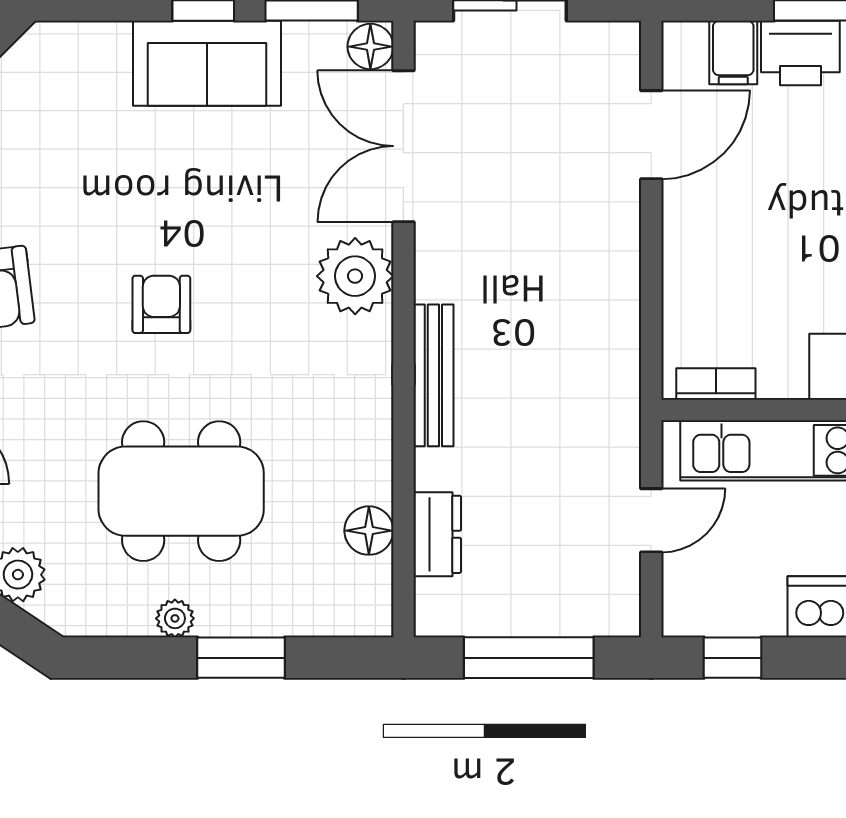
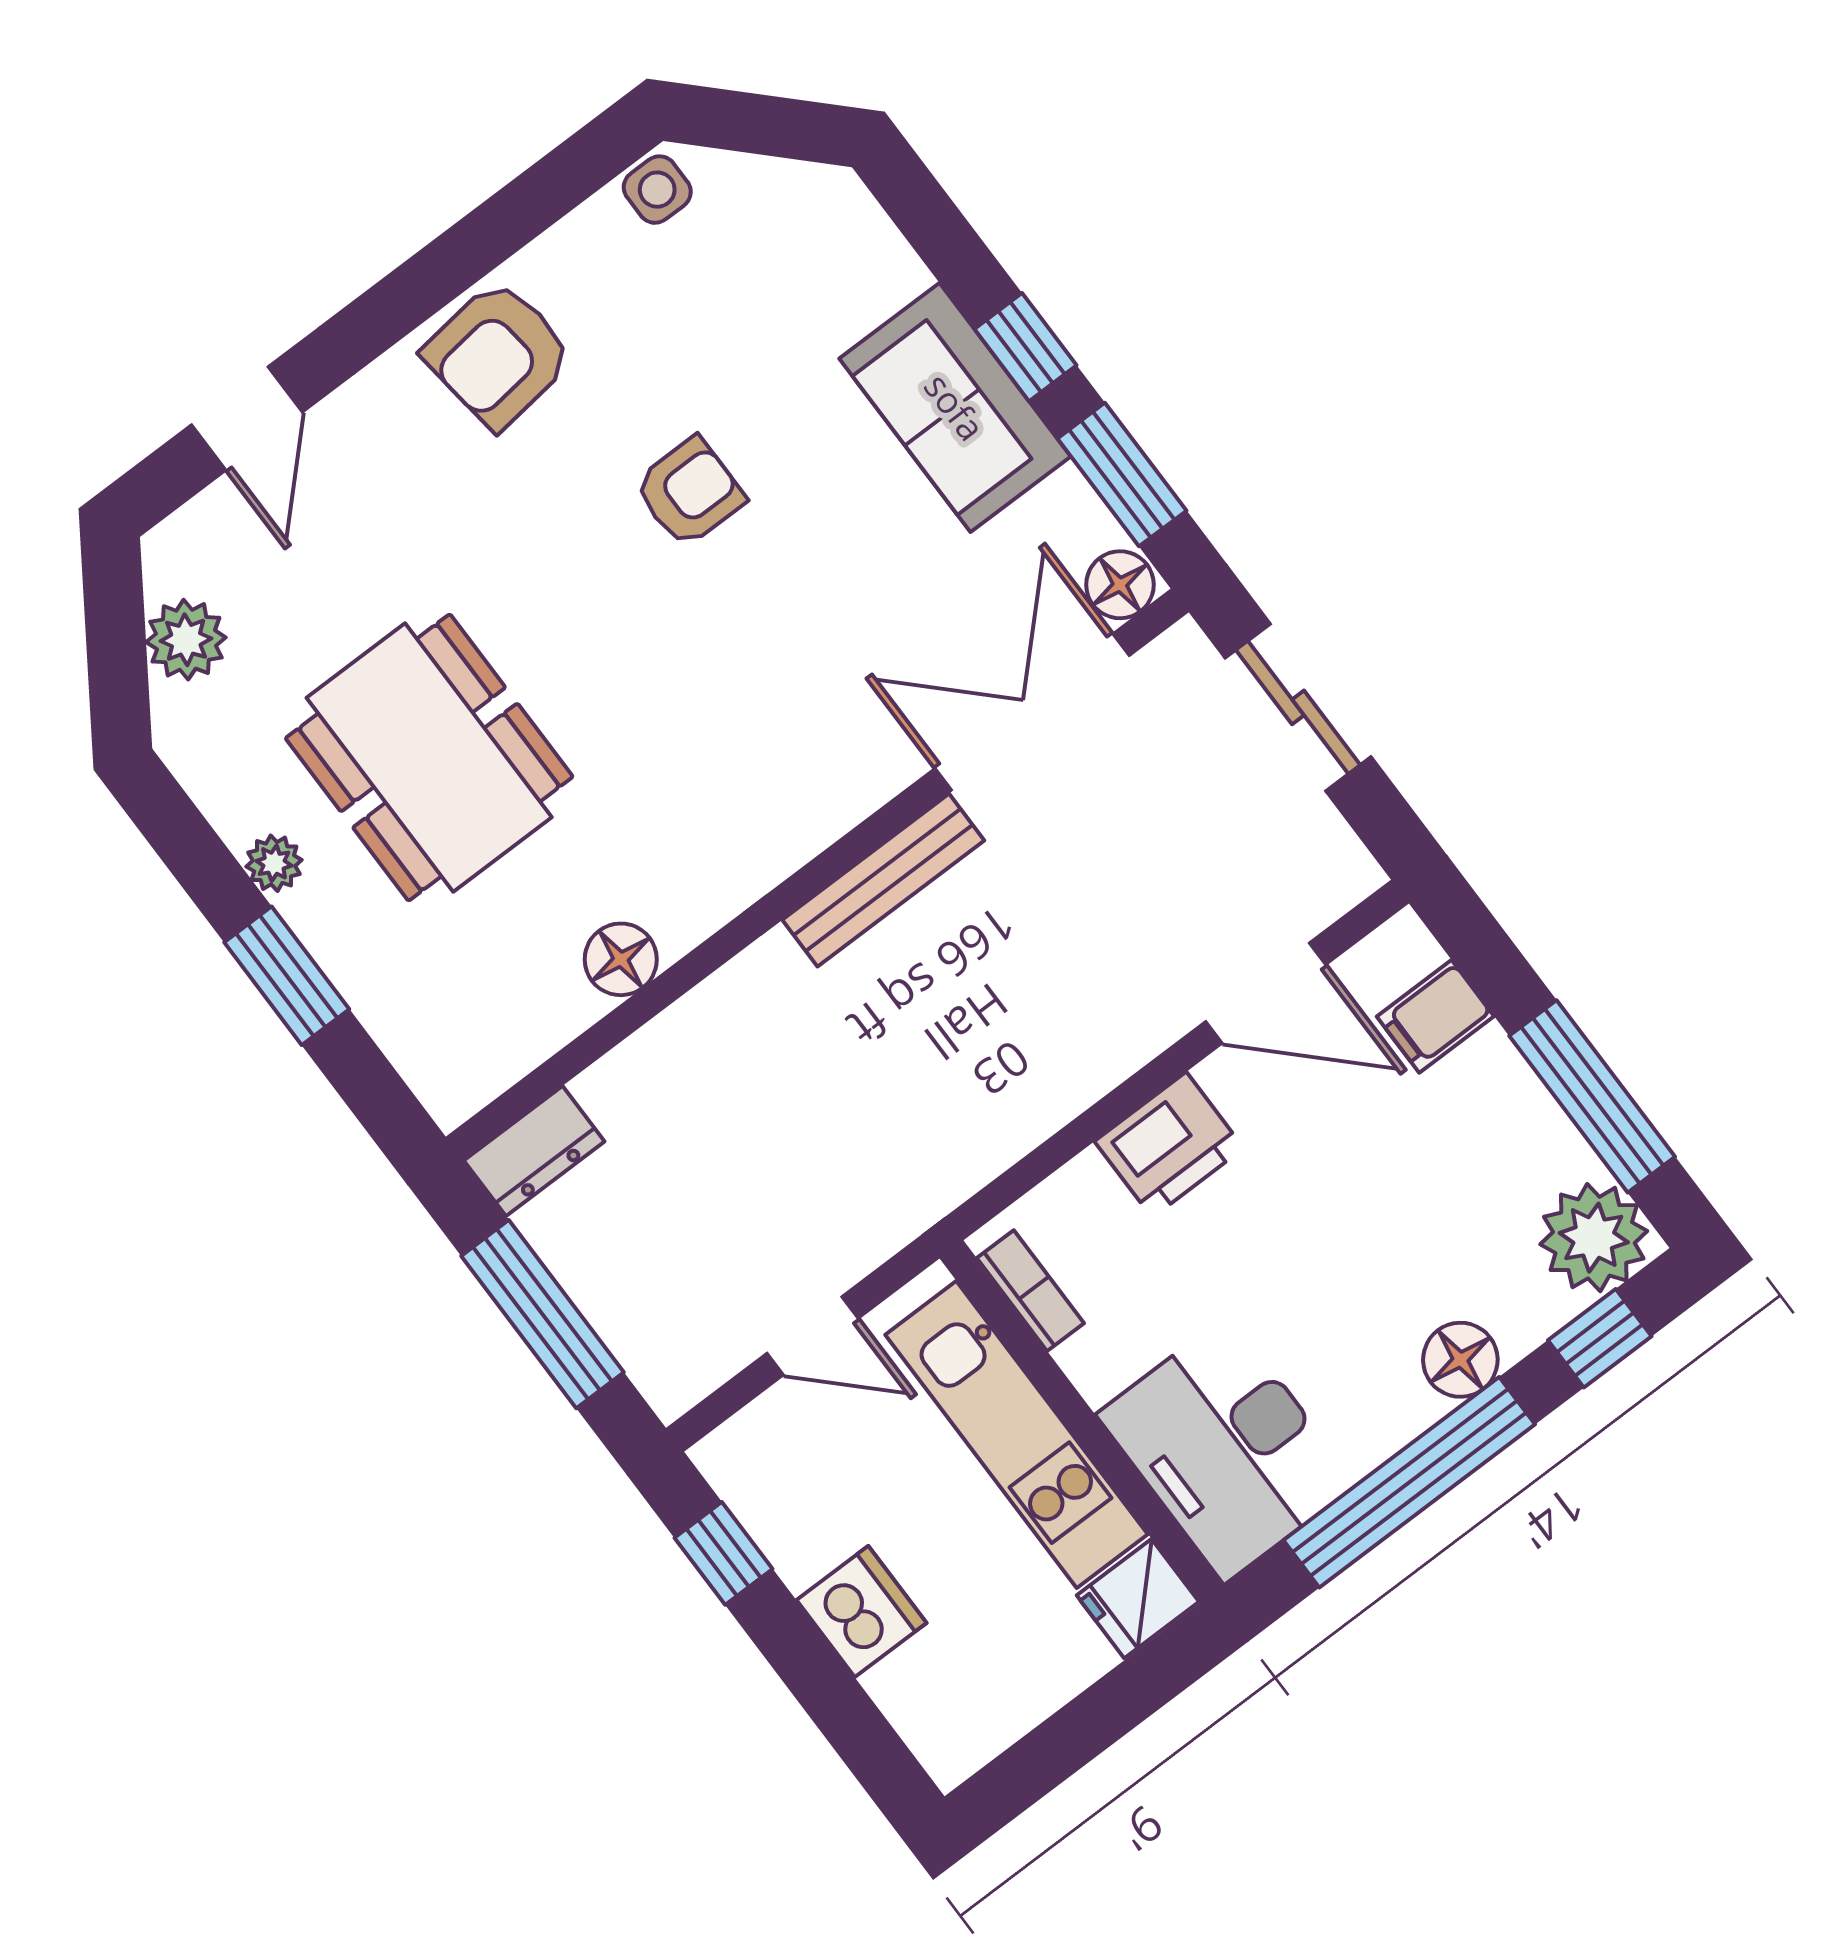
printer: (800, 53) -> (1169, 1145), moved, turned -90
plant: (355, 276) -> (836, 771), removed
armchair: (161, 304) -> (689, 492), moved
bench: (433, 375) -> (883, 880), moved
floor lamp: (369, 531) -> (621, 959), moved
dresser: (437, 534) -> (534, 1151), moved

